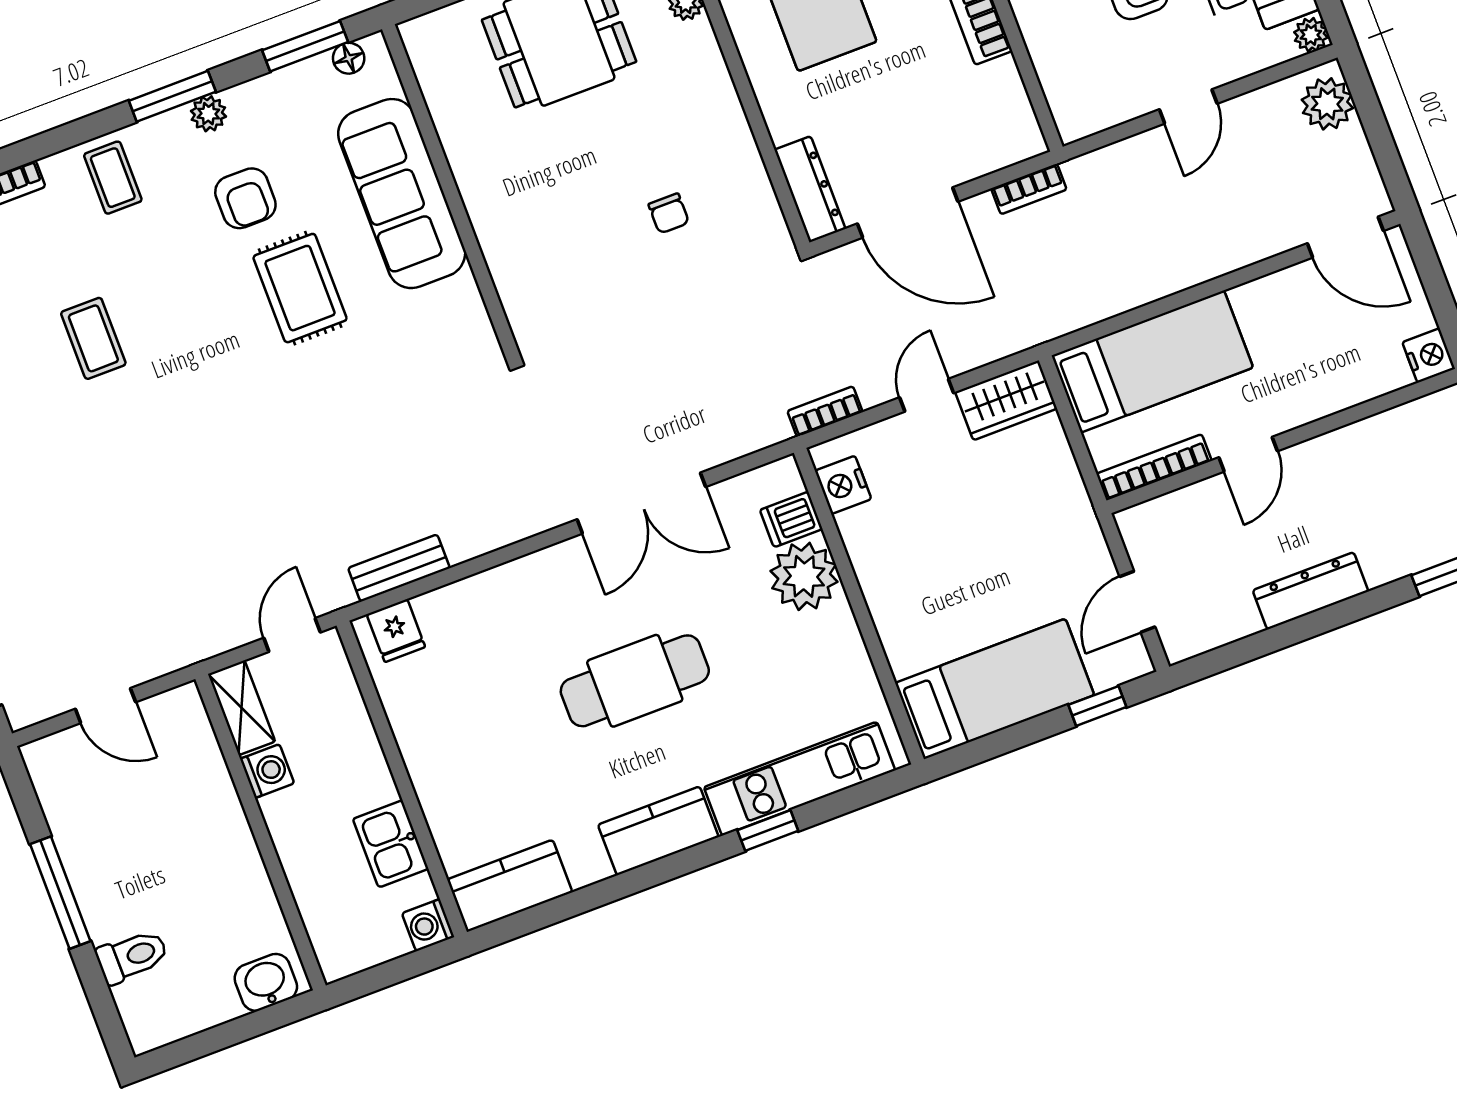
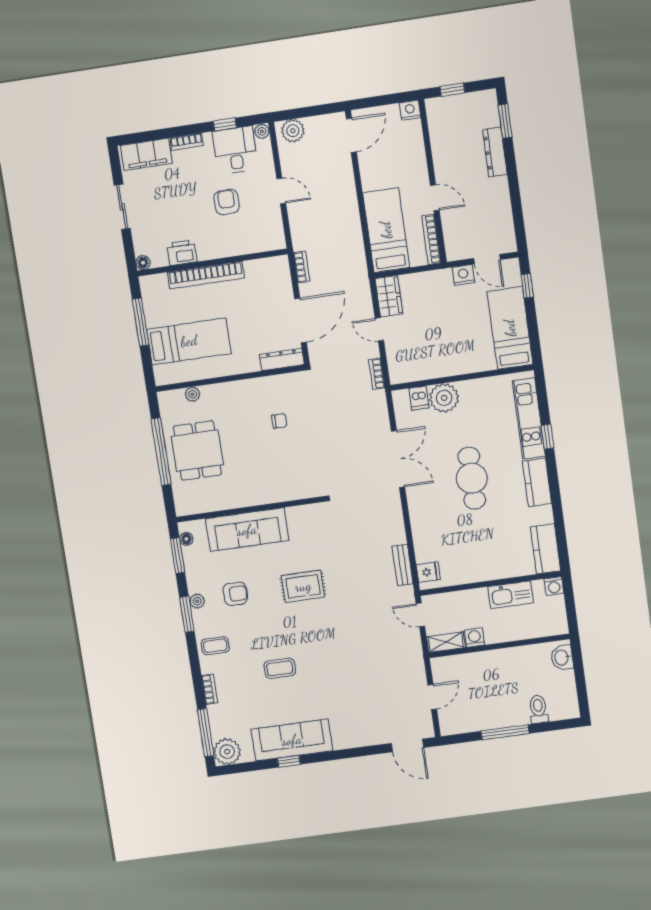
rug: (300, 288) -> (303, 586), moved
nightstand: (843, 485) -> (463, 275), moved, turned 180
dresser: (1311, 591) -> (495, 152), moved
kitchen sink: (391, 844) -> (511, 595), width x1.38

